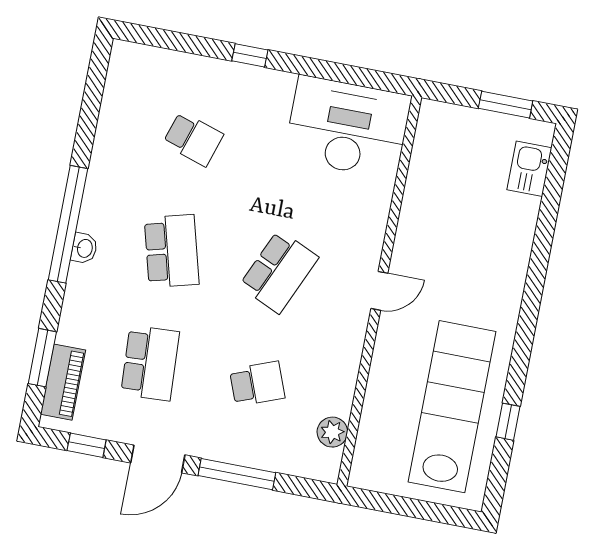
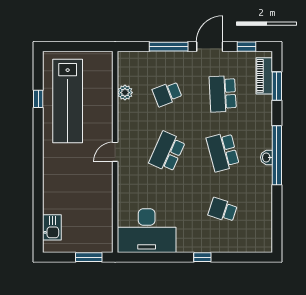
window: (506, 105) -> (89, 257), moved
washbasin: (84, 248) -> (267, 157), moved
plant: (332, 432) -> (125, 93), moved

